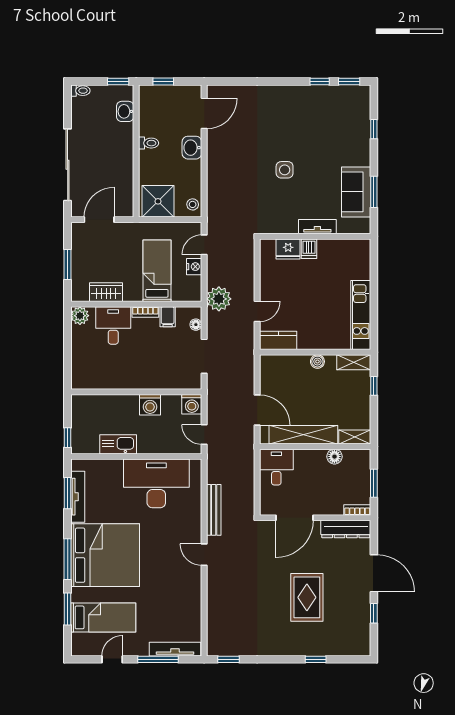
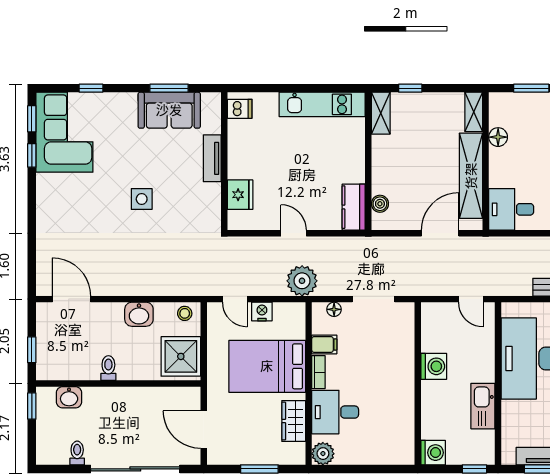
toilet: (80, 91) -> (77, 453), moved
corner sofa: (338, 108) -> (64, 132), added
washbasin: (192, 148) -> (139, 314), moved
dishwasher: (309, 249) -> (240, 109), moved
bed: (157, 271) -> (267, 366), width x1.50
door: (257, 311) -> (294, 233), moved
boiler: (317, 362) -> (380, 204), moved
washing machine: (192, 404) -> (433, 453), moved
door: (204, 435) -> (471, 299), hinge flipped

